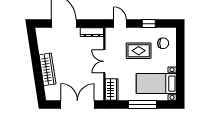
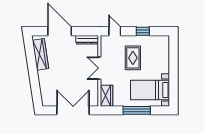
chair: (163, 43) -> (157, 51), removed
rug: (139, 51) -> (133, 58), turned 90
wardrobe: (47, 69) -> (40, 54), moved

